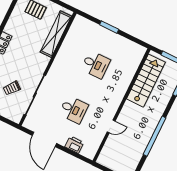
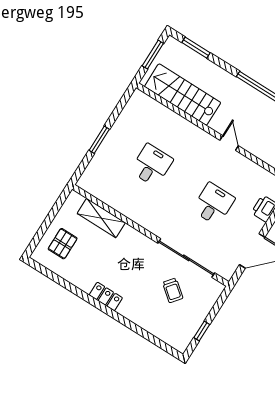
shelving: (56, 34) -> (101, 218), width x0.68
door: (111, 126) -> (229, 143), moved

